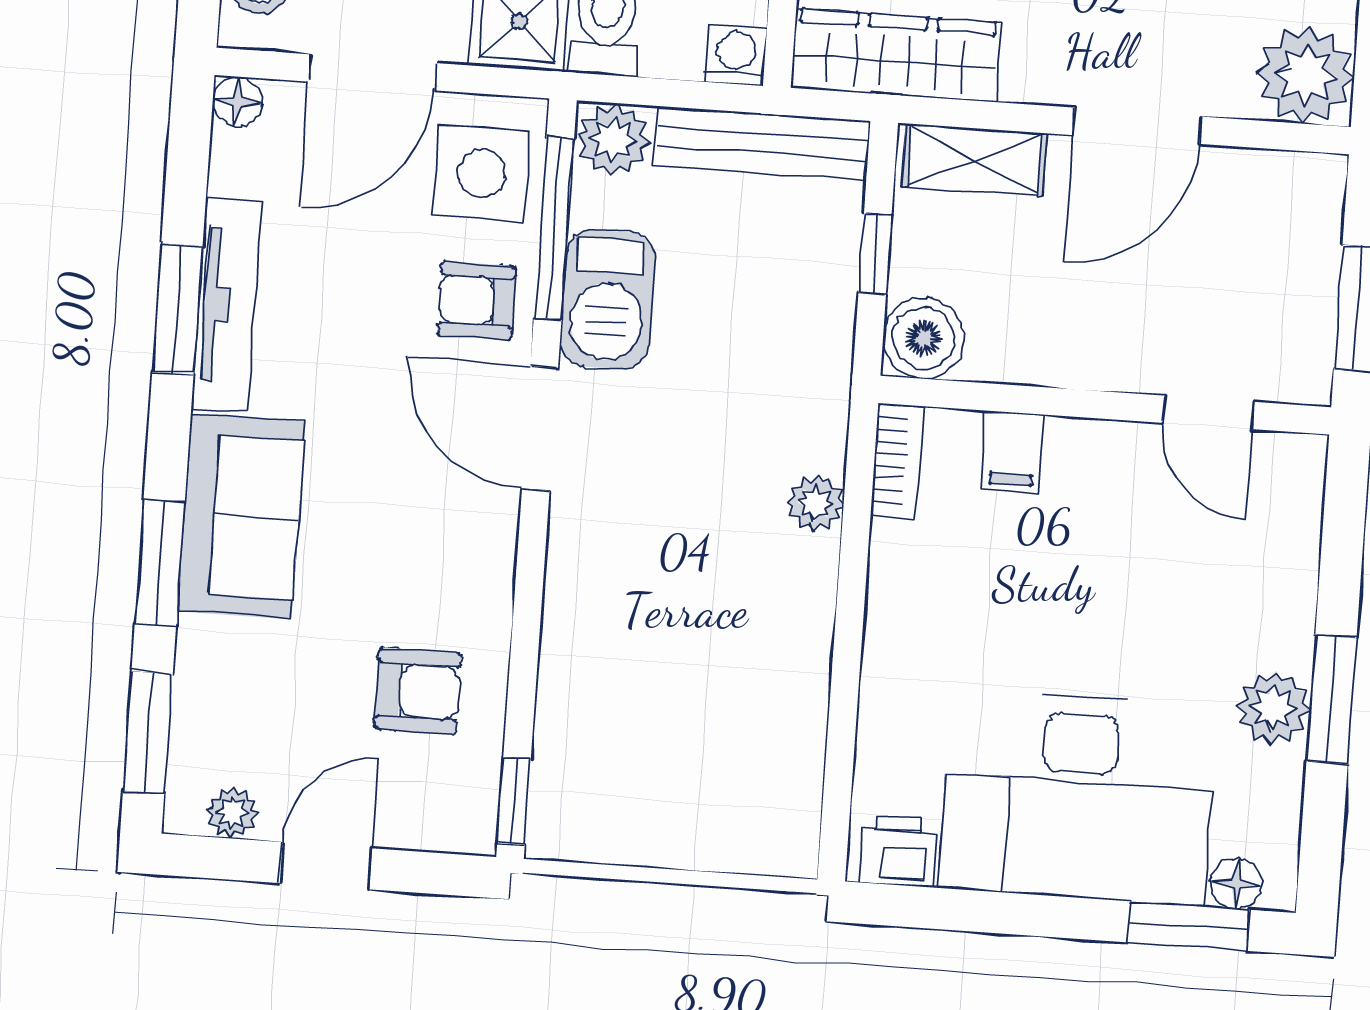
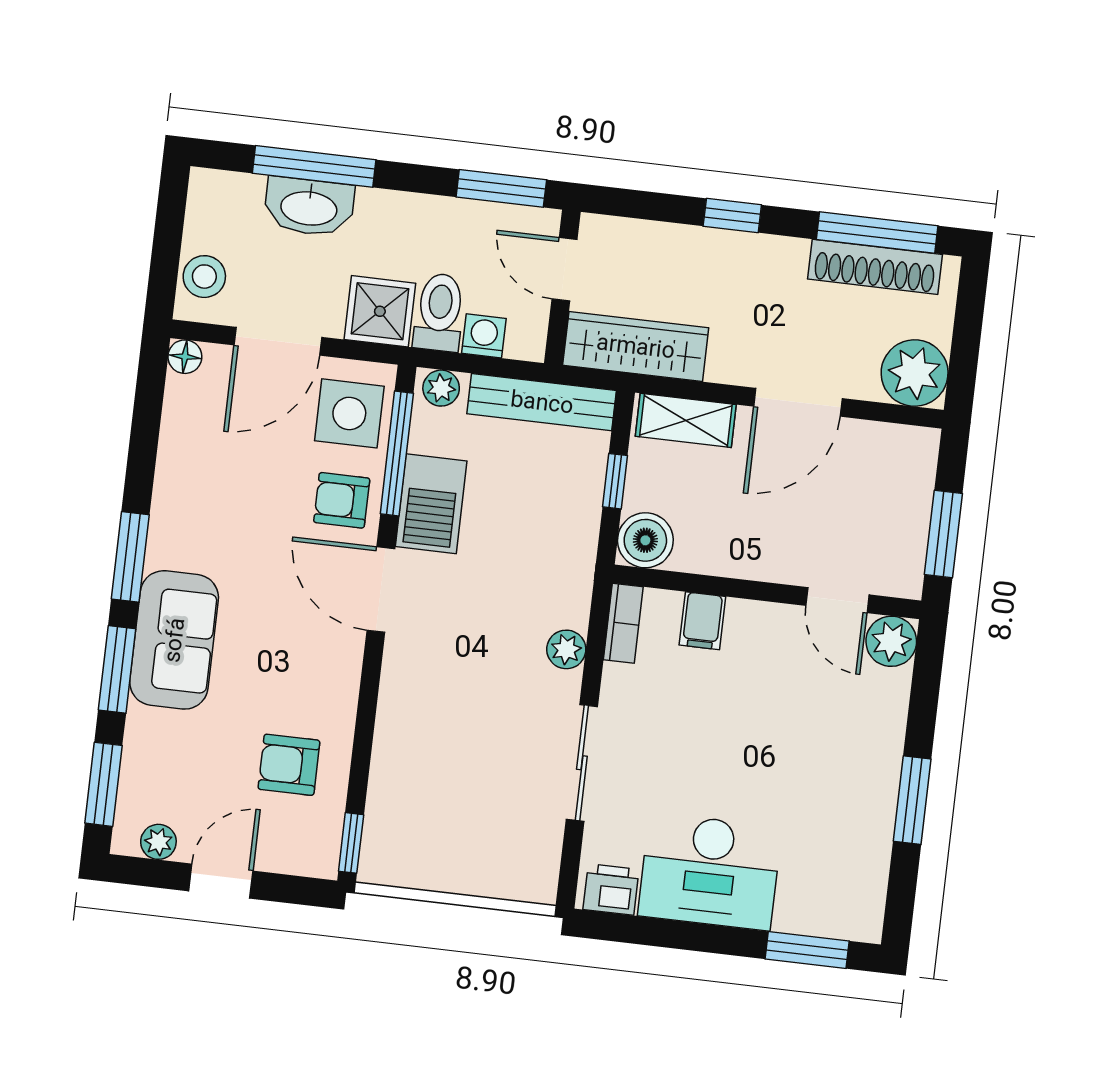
washing machine: (736, 55) -> (484, 336), moved
plant: (614, 140) -> (441, 388), width x0.73, depth x0.73
tv unit: (227, 305) -> (171, 495), removed
window: (177, 309) -> (130, 557), moved
sliding door: (846, 668) -> (582, 763), added
armchair: (418, 691) -> (289, 765), turned 180
plant: (1273, 708) -> (891, 641), moved
desk: (1078, 798) -> (710, 872), width x0.73, depth x0.77
floor lamp: (1236, 883) -> (841, 922), removed

